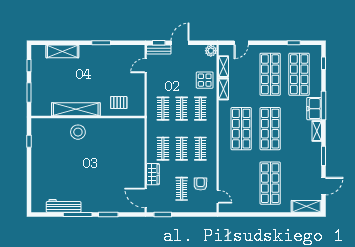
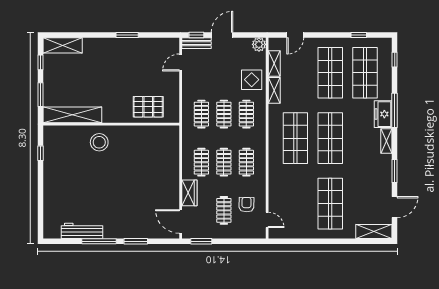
shelving: (62, 51) -> (63, 45), moved
pallet: (119, 103) -> (148, 107), width x1.50, depth x1.42
shelving: (76, 109) -> (72, 115), moved

